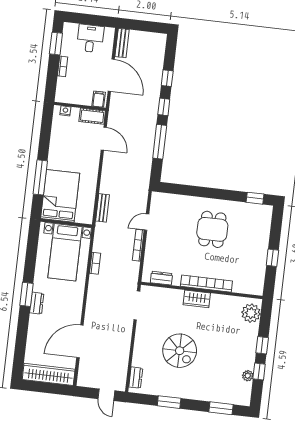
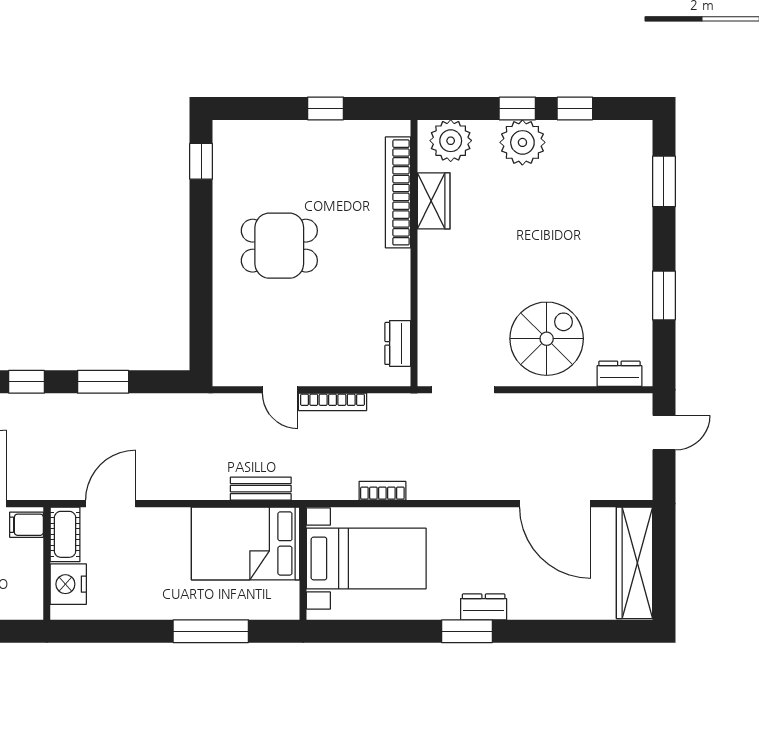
nightstand: (65, 111) -> (68, 584), width x1.89, depth x1.79
window: (160, 142) -> (103, 382), width x0.69
bed: (60, 196) -> (246, 543), moved
bookcase: (206, 284) -> (398, 192), moved
wardrobe: (197, 299) -> (434, 201), moved
spiral stairs: (180, 351) -> (547, 339), moved
plant: (248, 376) -> (522, 142), moved, width x1.88, depth x1.88

